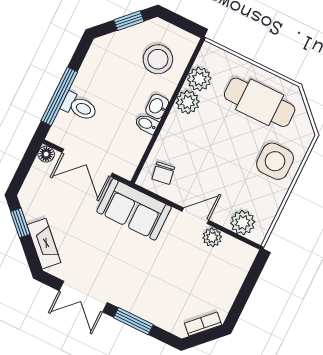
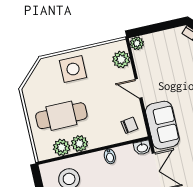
cafe table: (260, 102) -> (61, 116), moved, turned 90
washbasin: (157, 106) -> (142, 148), moved
plant: (212, 237) -> (137, 43), moved

